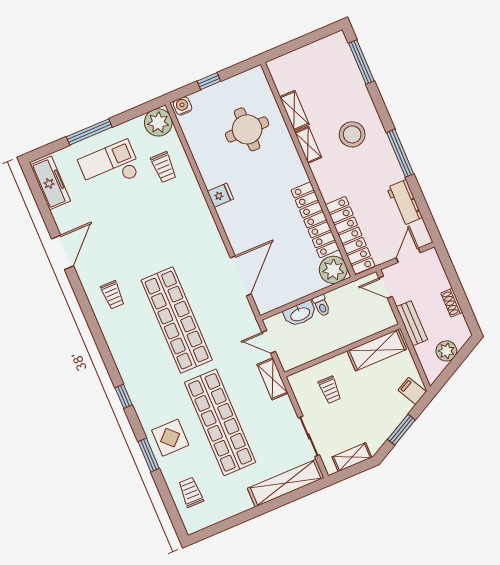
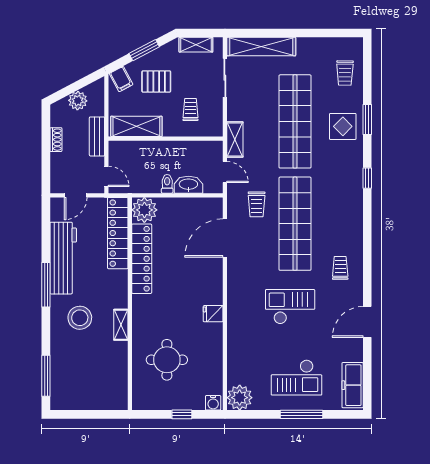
shelving: (294, 111) -> (120, 359), removed
trolley: (164, 167) -> (257, 204), moved, turned 180
workbench: (404, 203) -> (63, 258), width x1.88, depth x1.32
checkout: (146, 235) -> (290, 307), added
pallet: (376, 403) -> (156, 81), added

